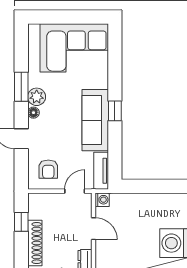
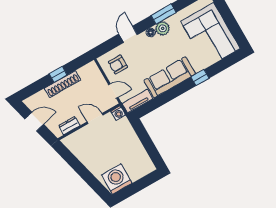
window: (115, 111) -> (200, 78), moved
window: (21, 222) -> (58, 74), moved
door: (93, 229) -> (95, 118), swing flipped

